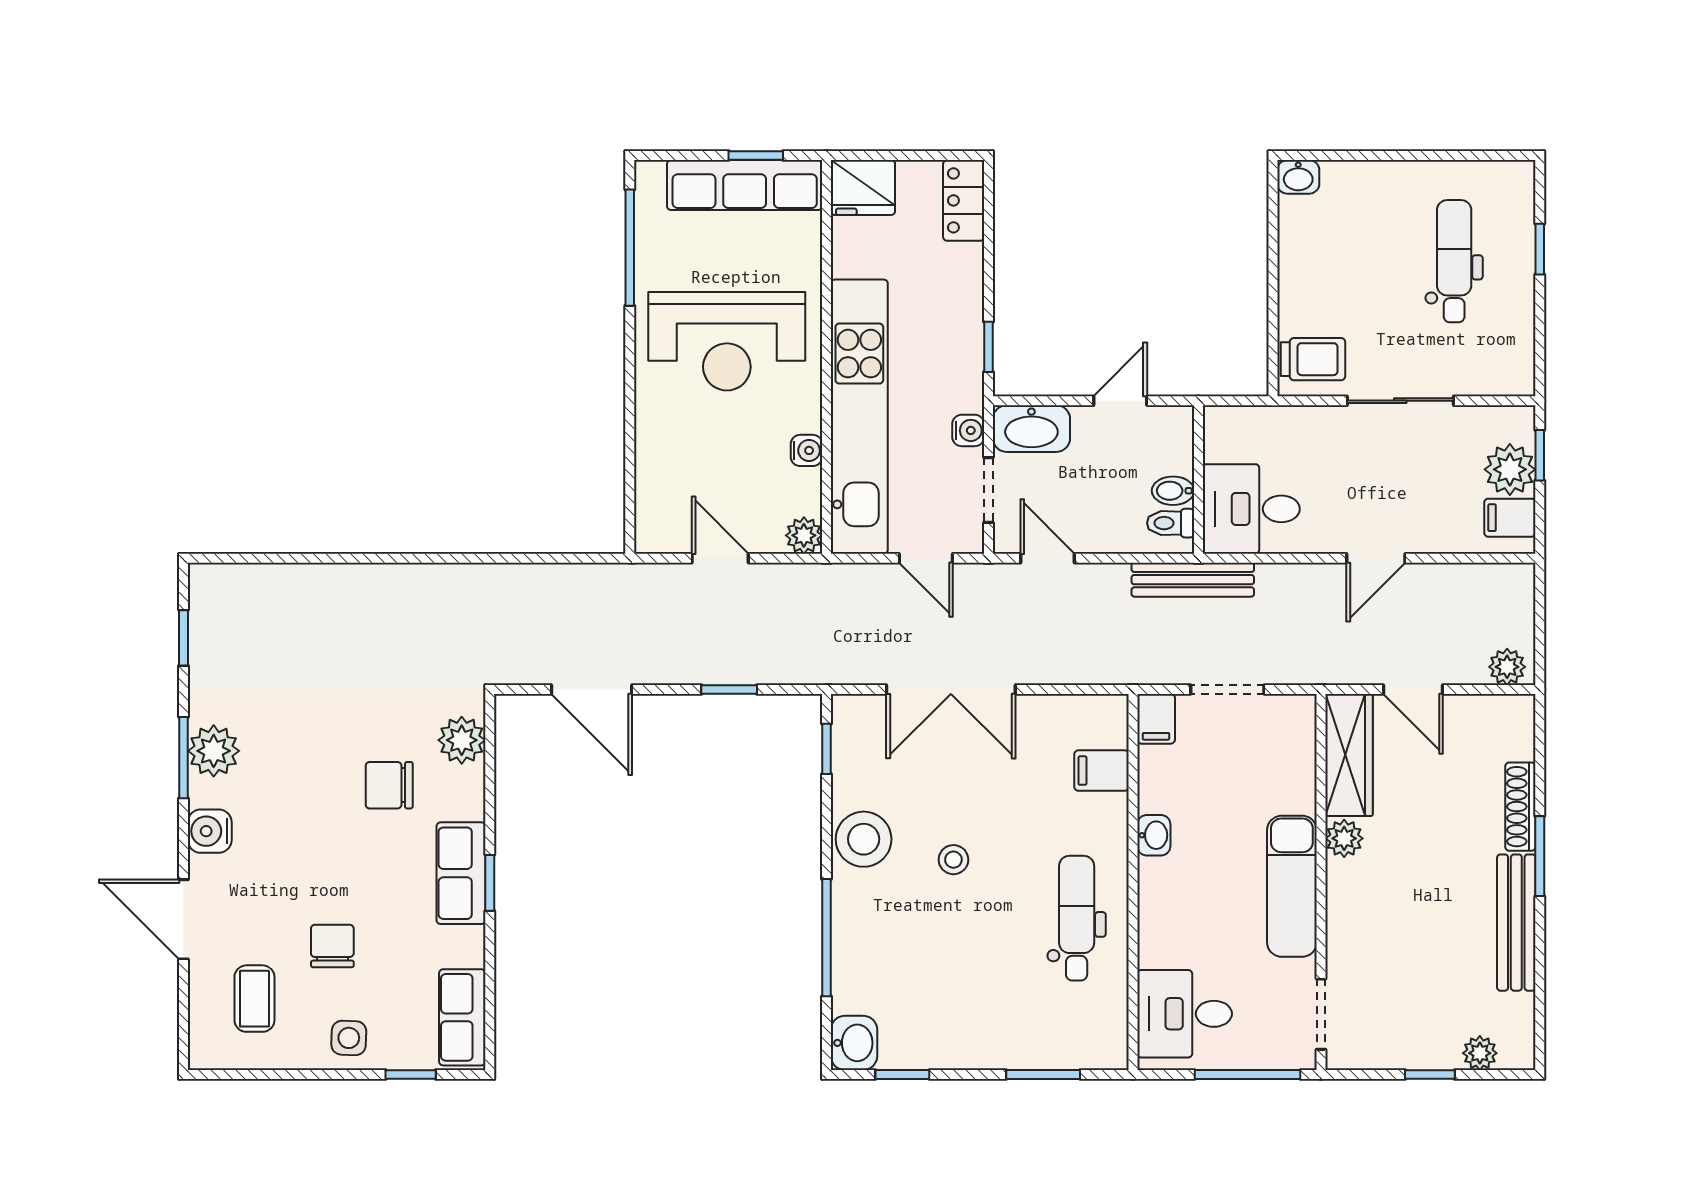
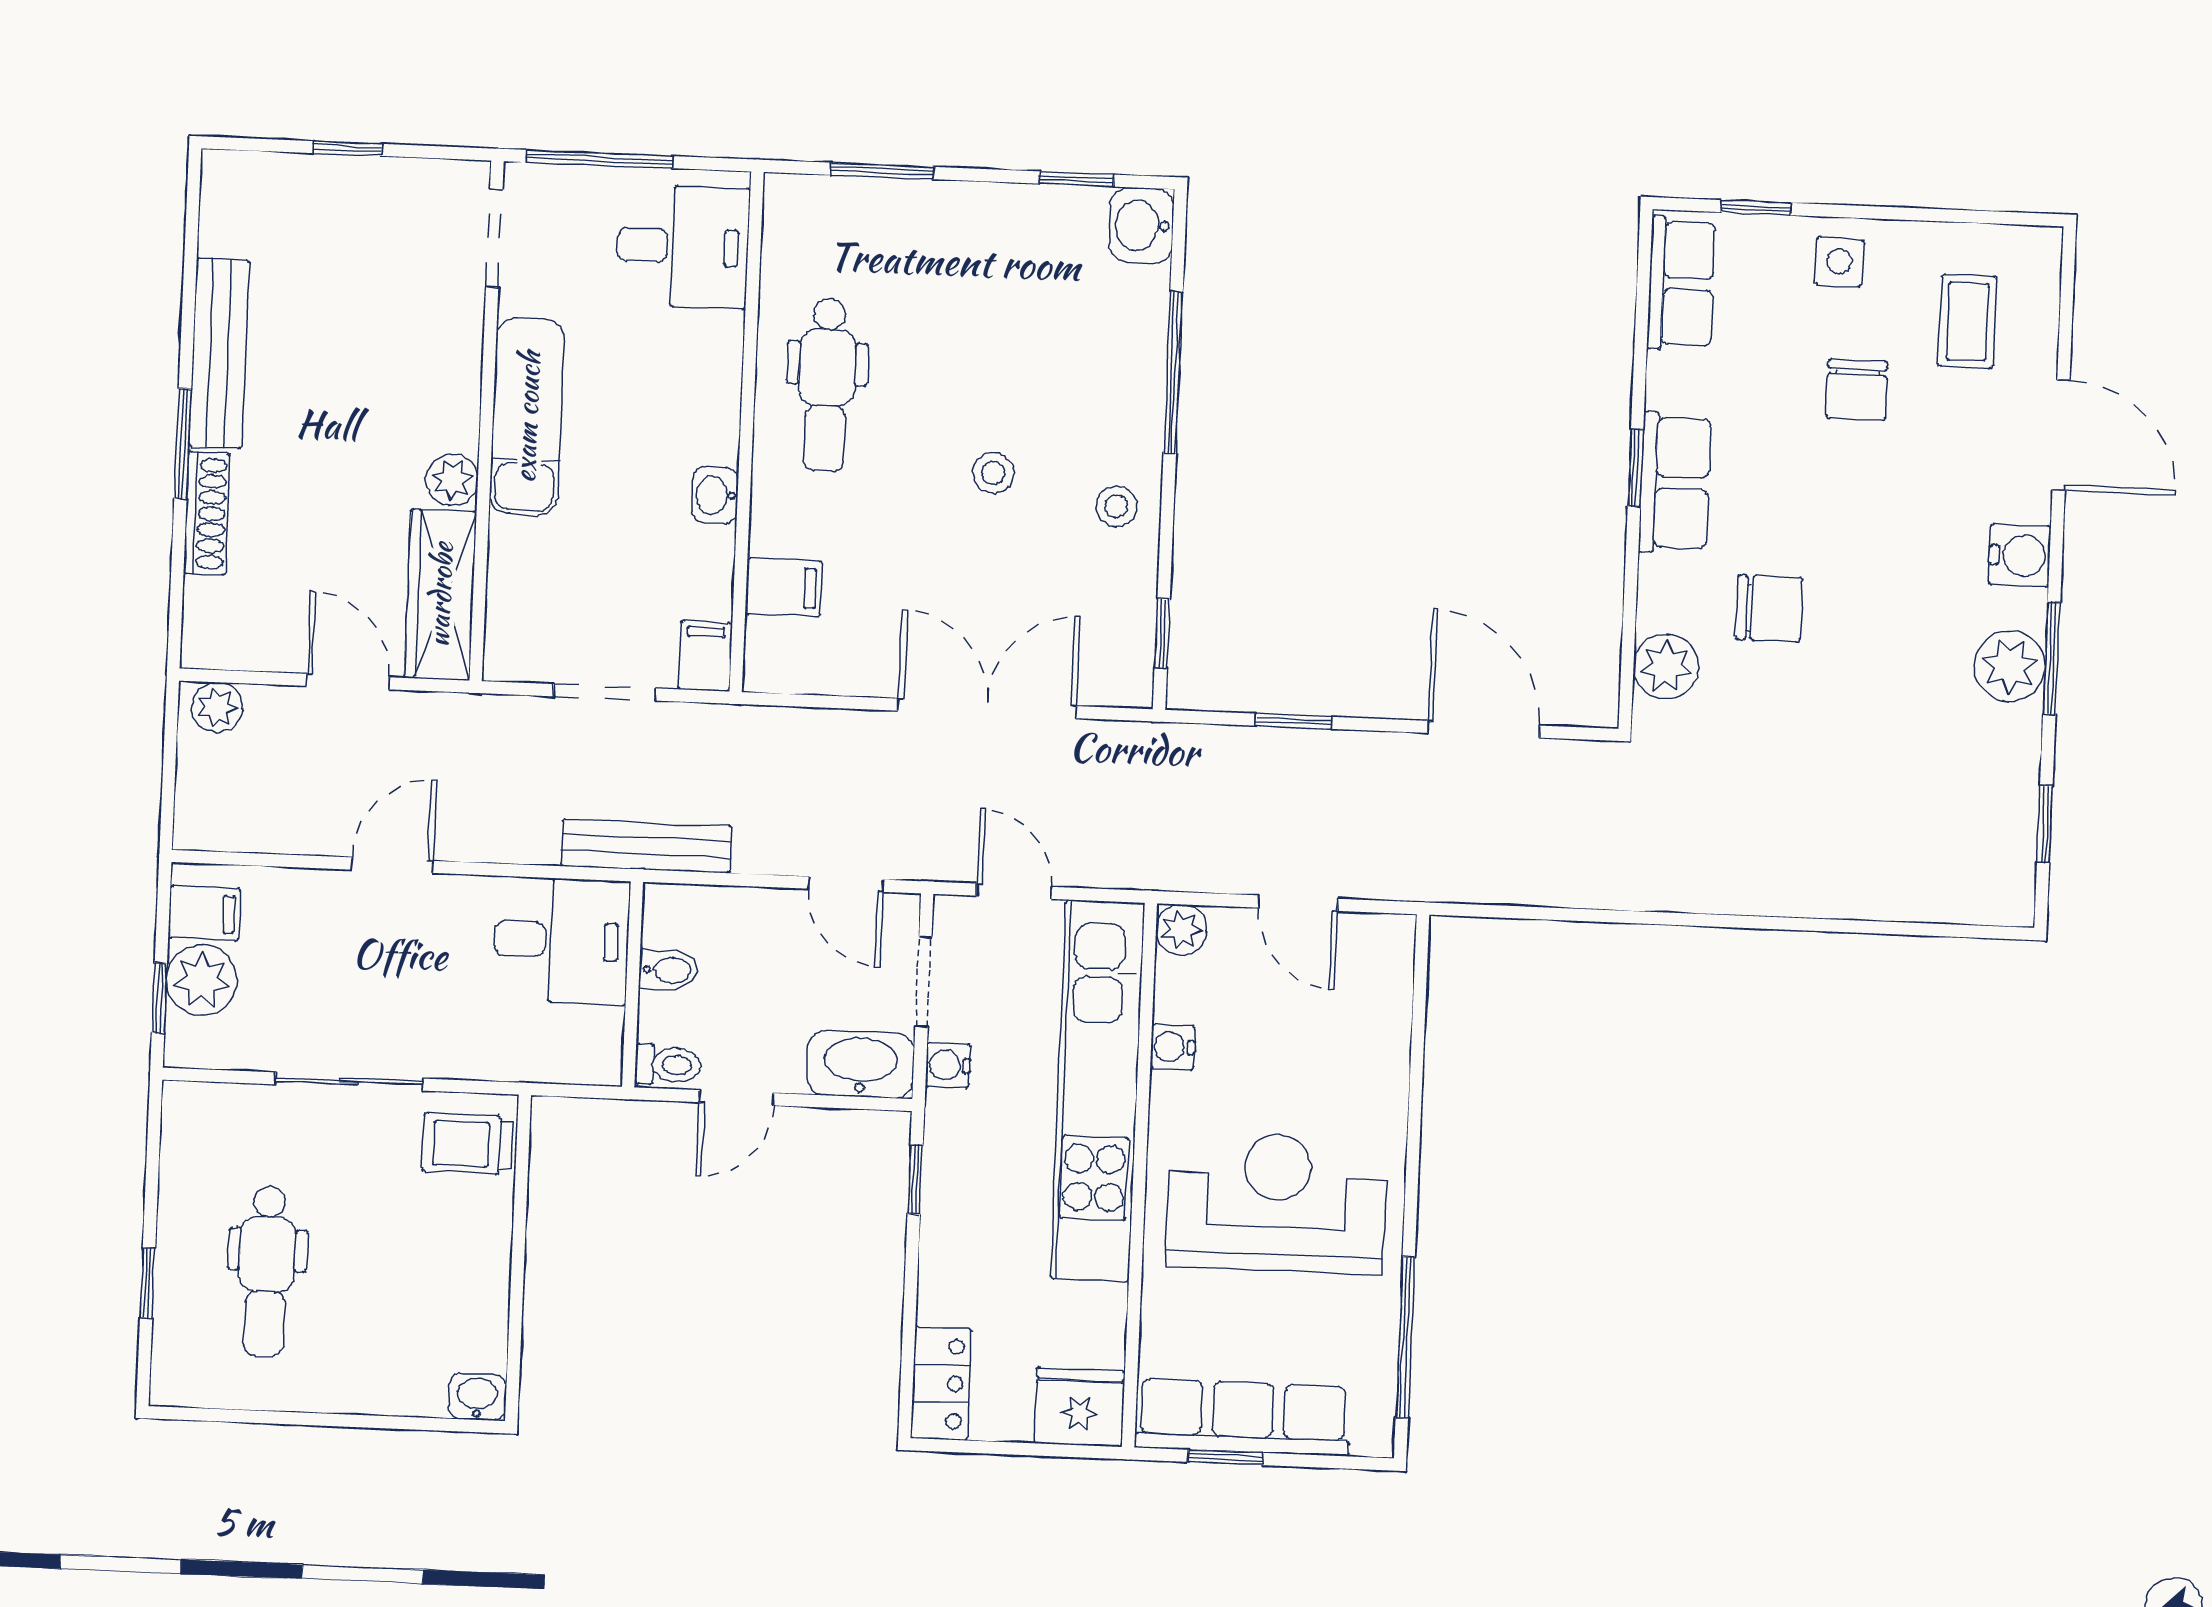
toilet: (1171, 523) -> (668, 1065), moved
stool: (864, 839) -> (1116, 506), width x0.53, depth x0.53
plant: (1480, 1053) -> (277, 175), removed

